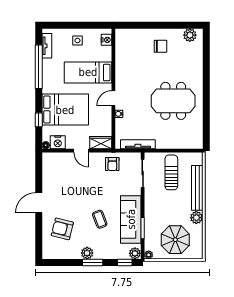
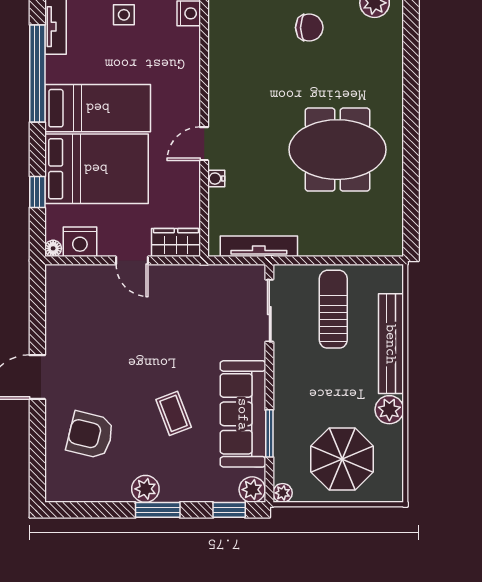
bed: (88, 72) -> (98, 108), moved, turned 180
armchair: (112, 164) -> (202, 290), removed

